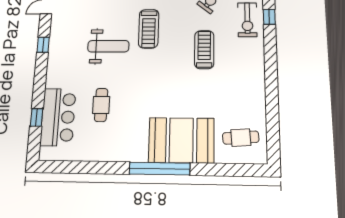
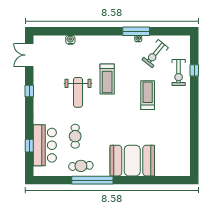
weight bench: (108, 46) -> (78, 92), turned 90
cafe table: (241, 138) -> (81, 166), moved
window: (160, 169) -> (92, 180), moved

